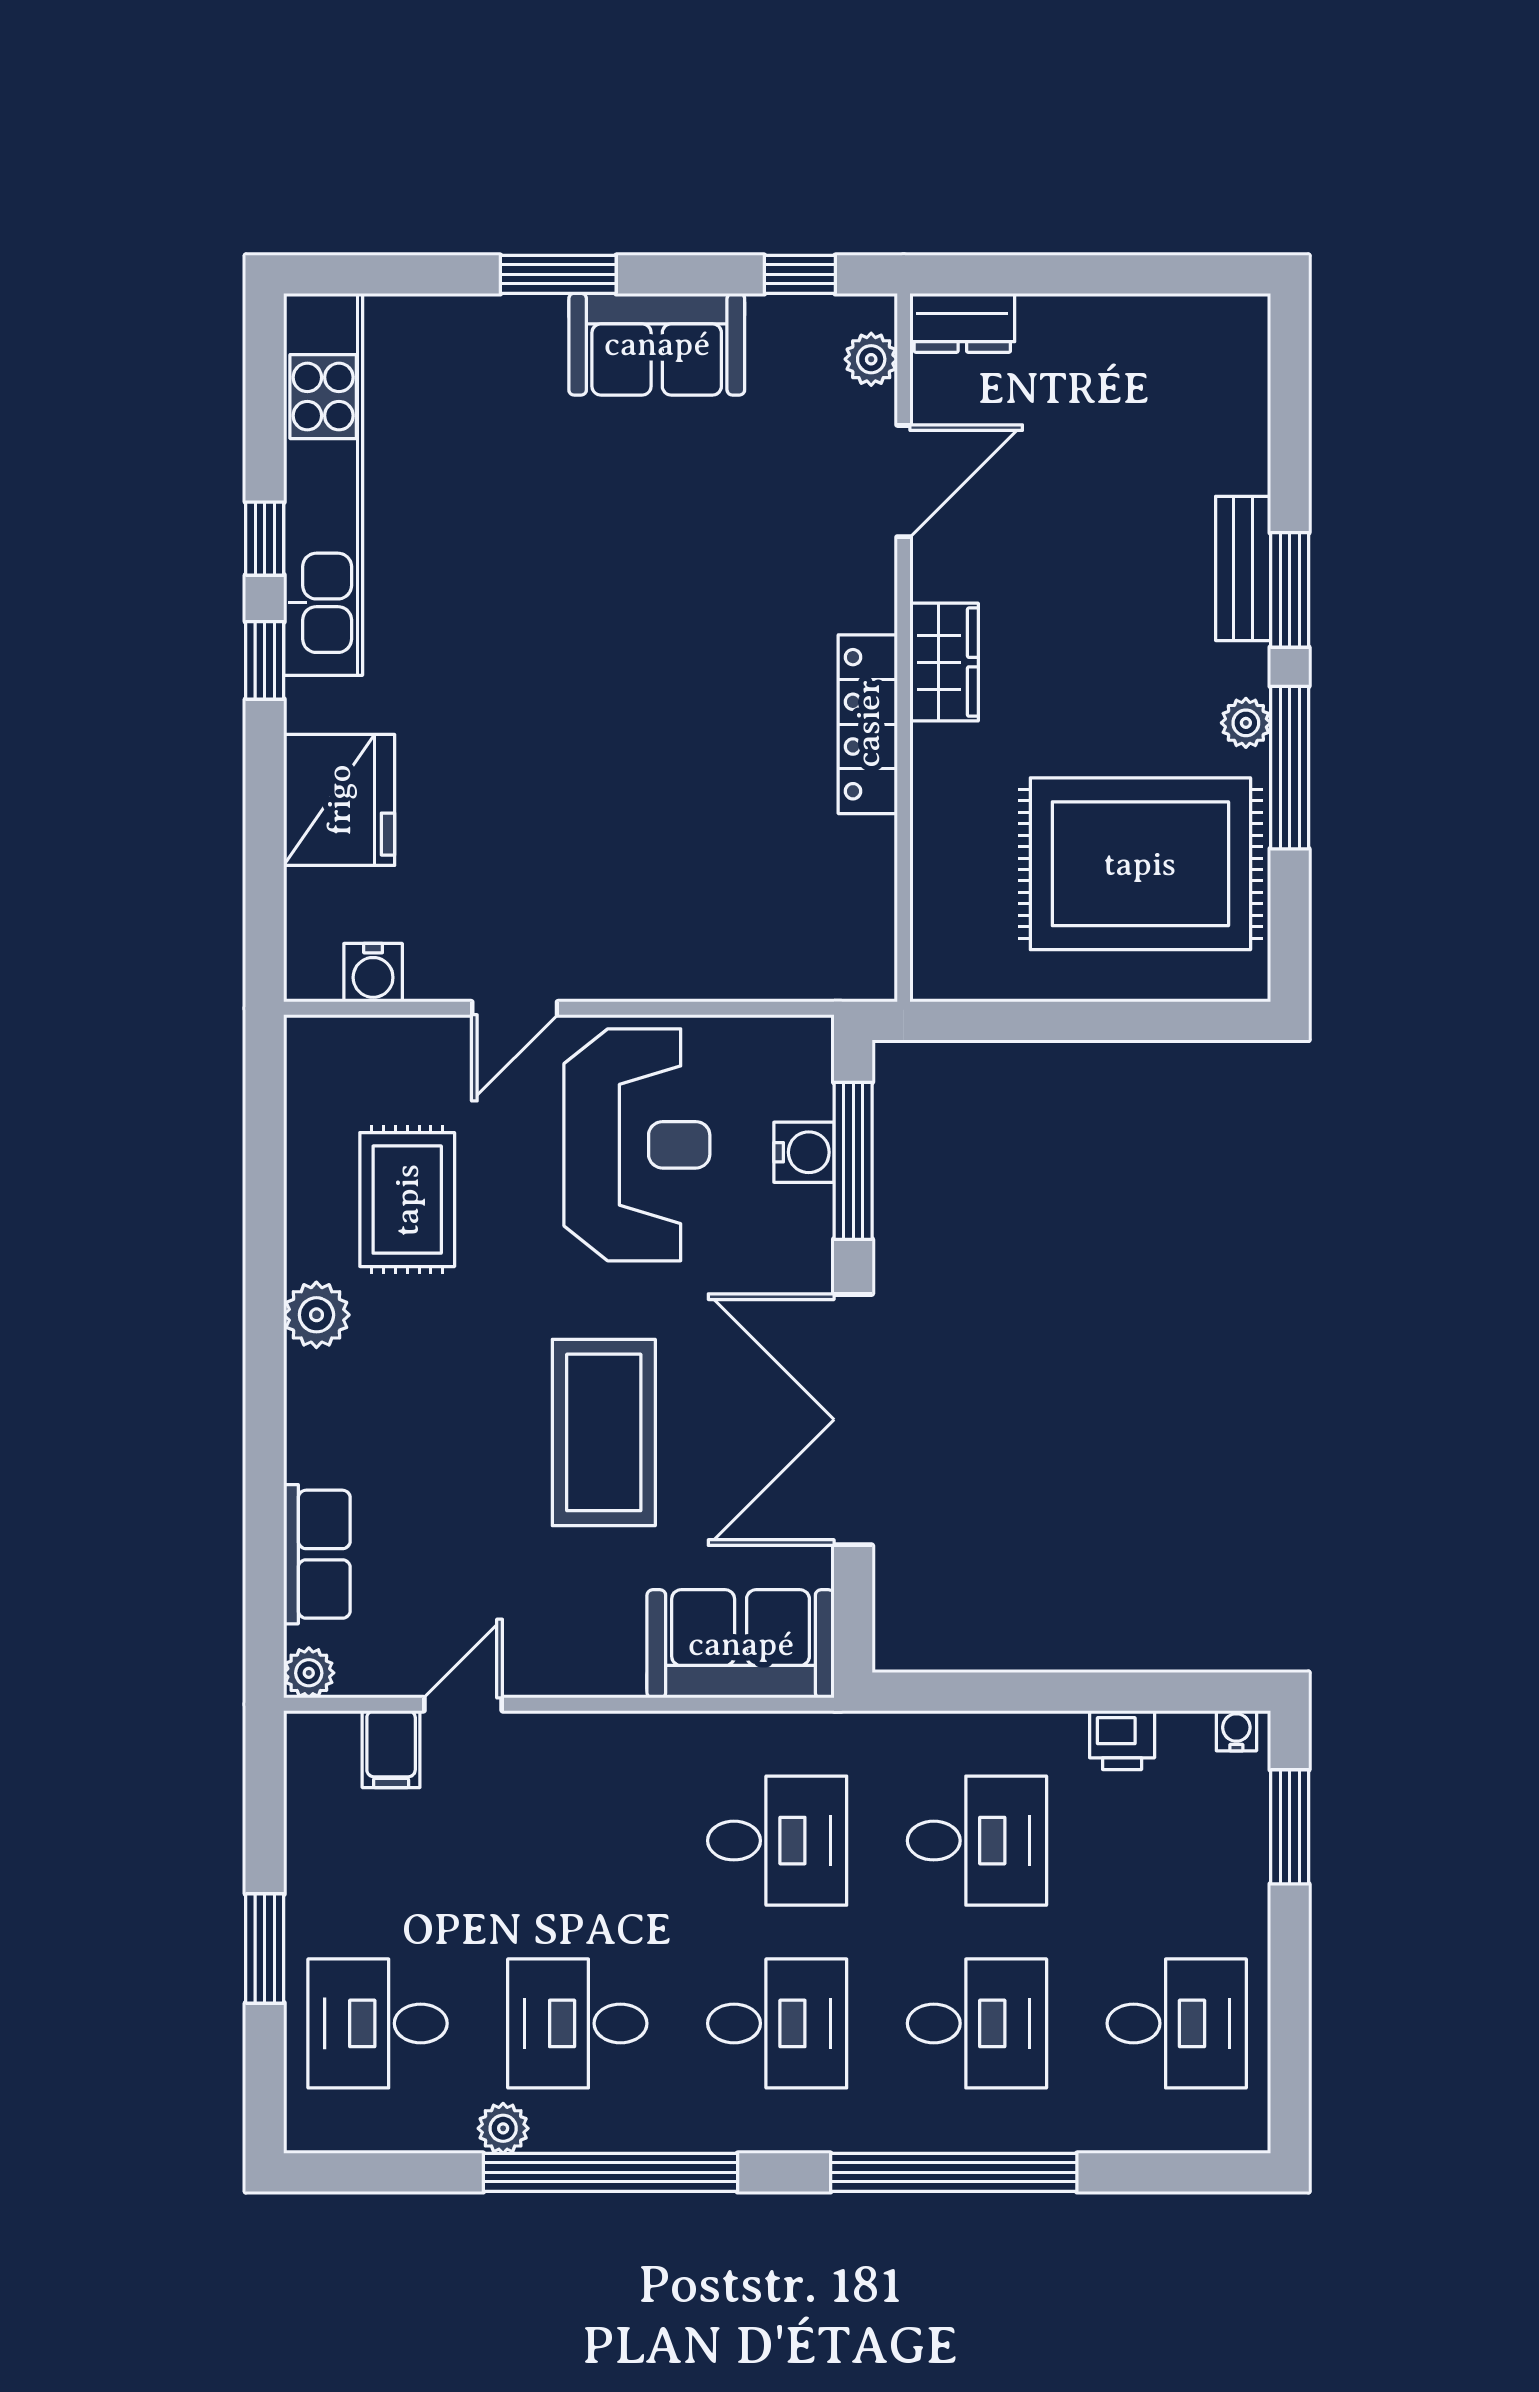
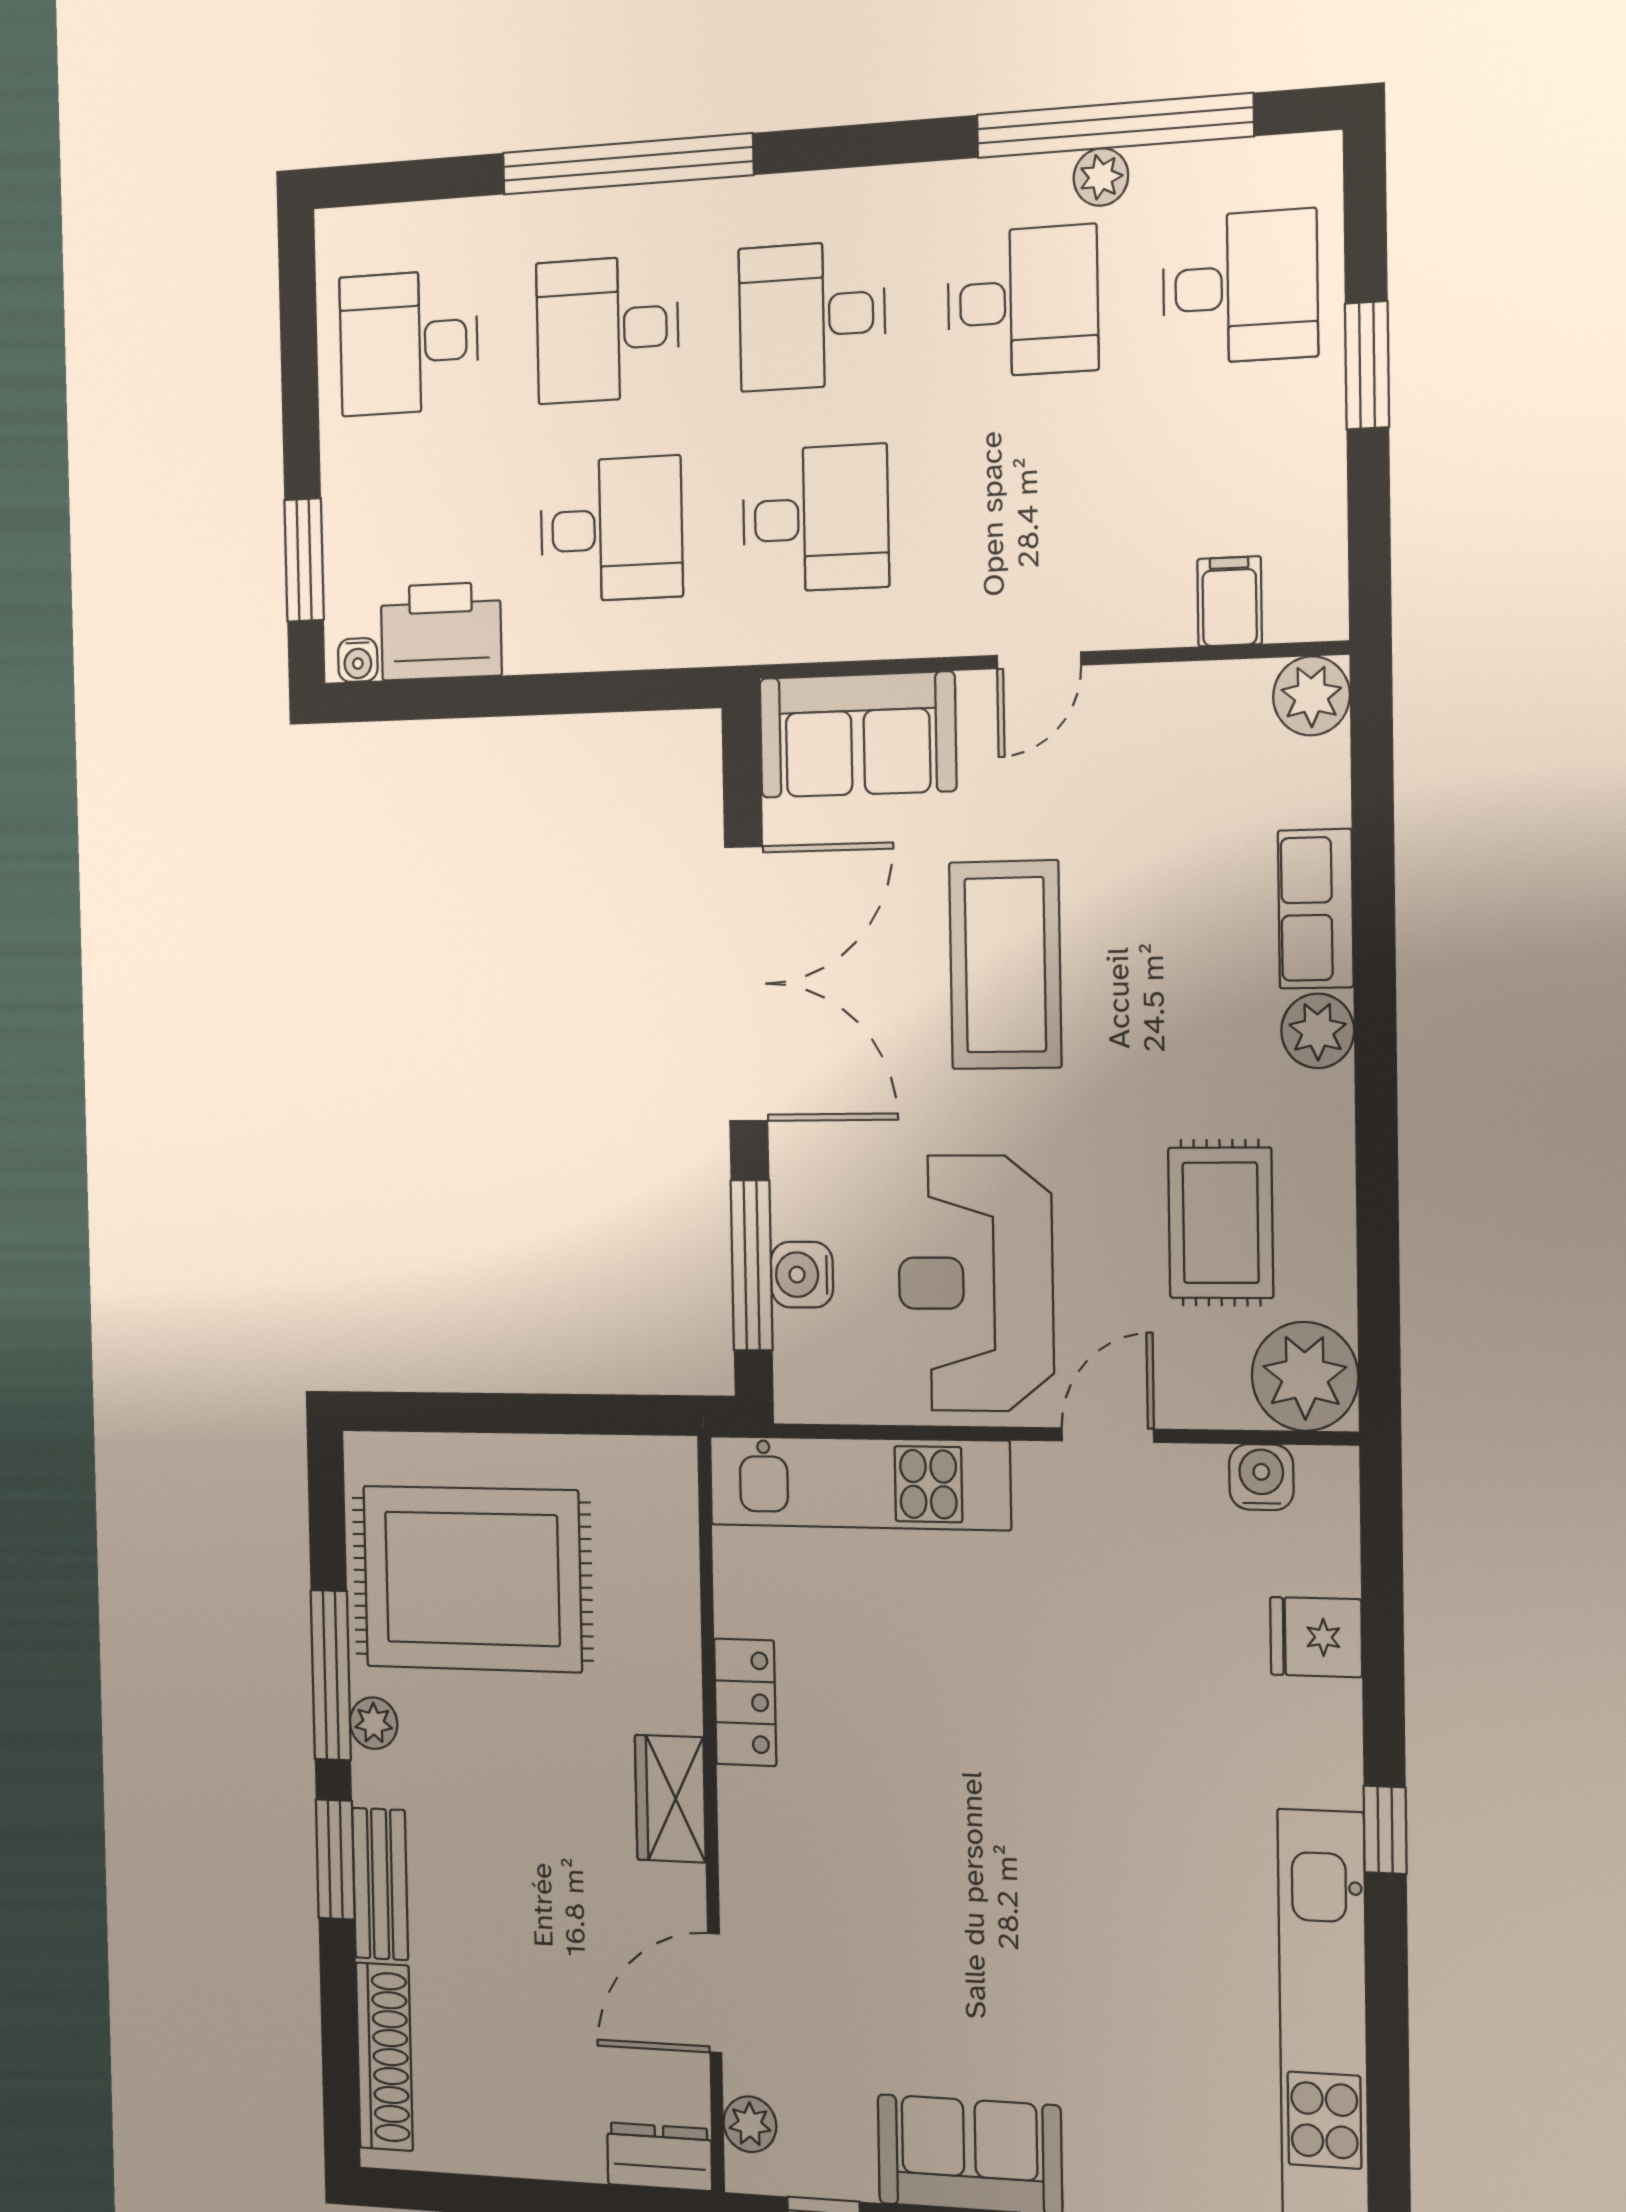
shoe rack: (1243, 402) -> (384, 2057), added
window: (265, 539) -> (1387, 1966), removed
locker: (868, 724) -> (745, 1702), width x0.66
fridge: (339, 800) -> (1316, 1637), width x0.53, depth x0.75
kitchen unit: (752, 961) -> (859, 1483), added
plant: (332, 1063) -> (1305, 1376), added
plant: (316, 1315) -> (1318, 1031), moved
row of seats: (317, 1554) -> (1316, 909), moved
plant: (309, 1673) -> (1311, 696), width x1.38, depth x1.38
door: (463, 1704) -> (1039, 660), moved
printer: (1122, 1740) -> (441, 631), width x1.87, depth x1.48
desk: (777, 1841) -> (816, 519), turned 180
desk: (977, 1841) -> (611, 529), turned 180
window: (610, 2172) -> (1114, 126), moved

